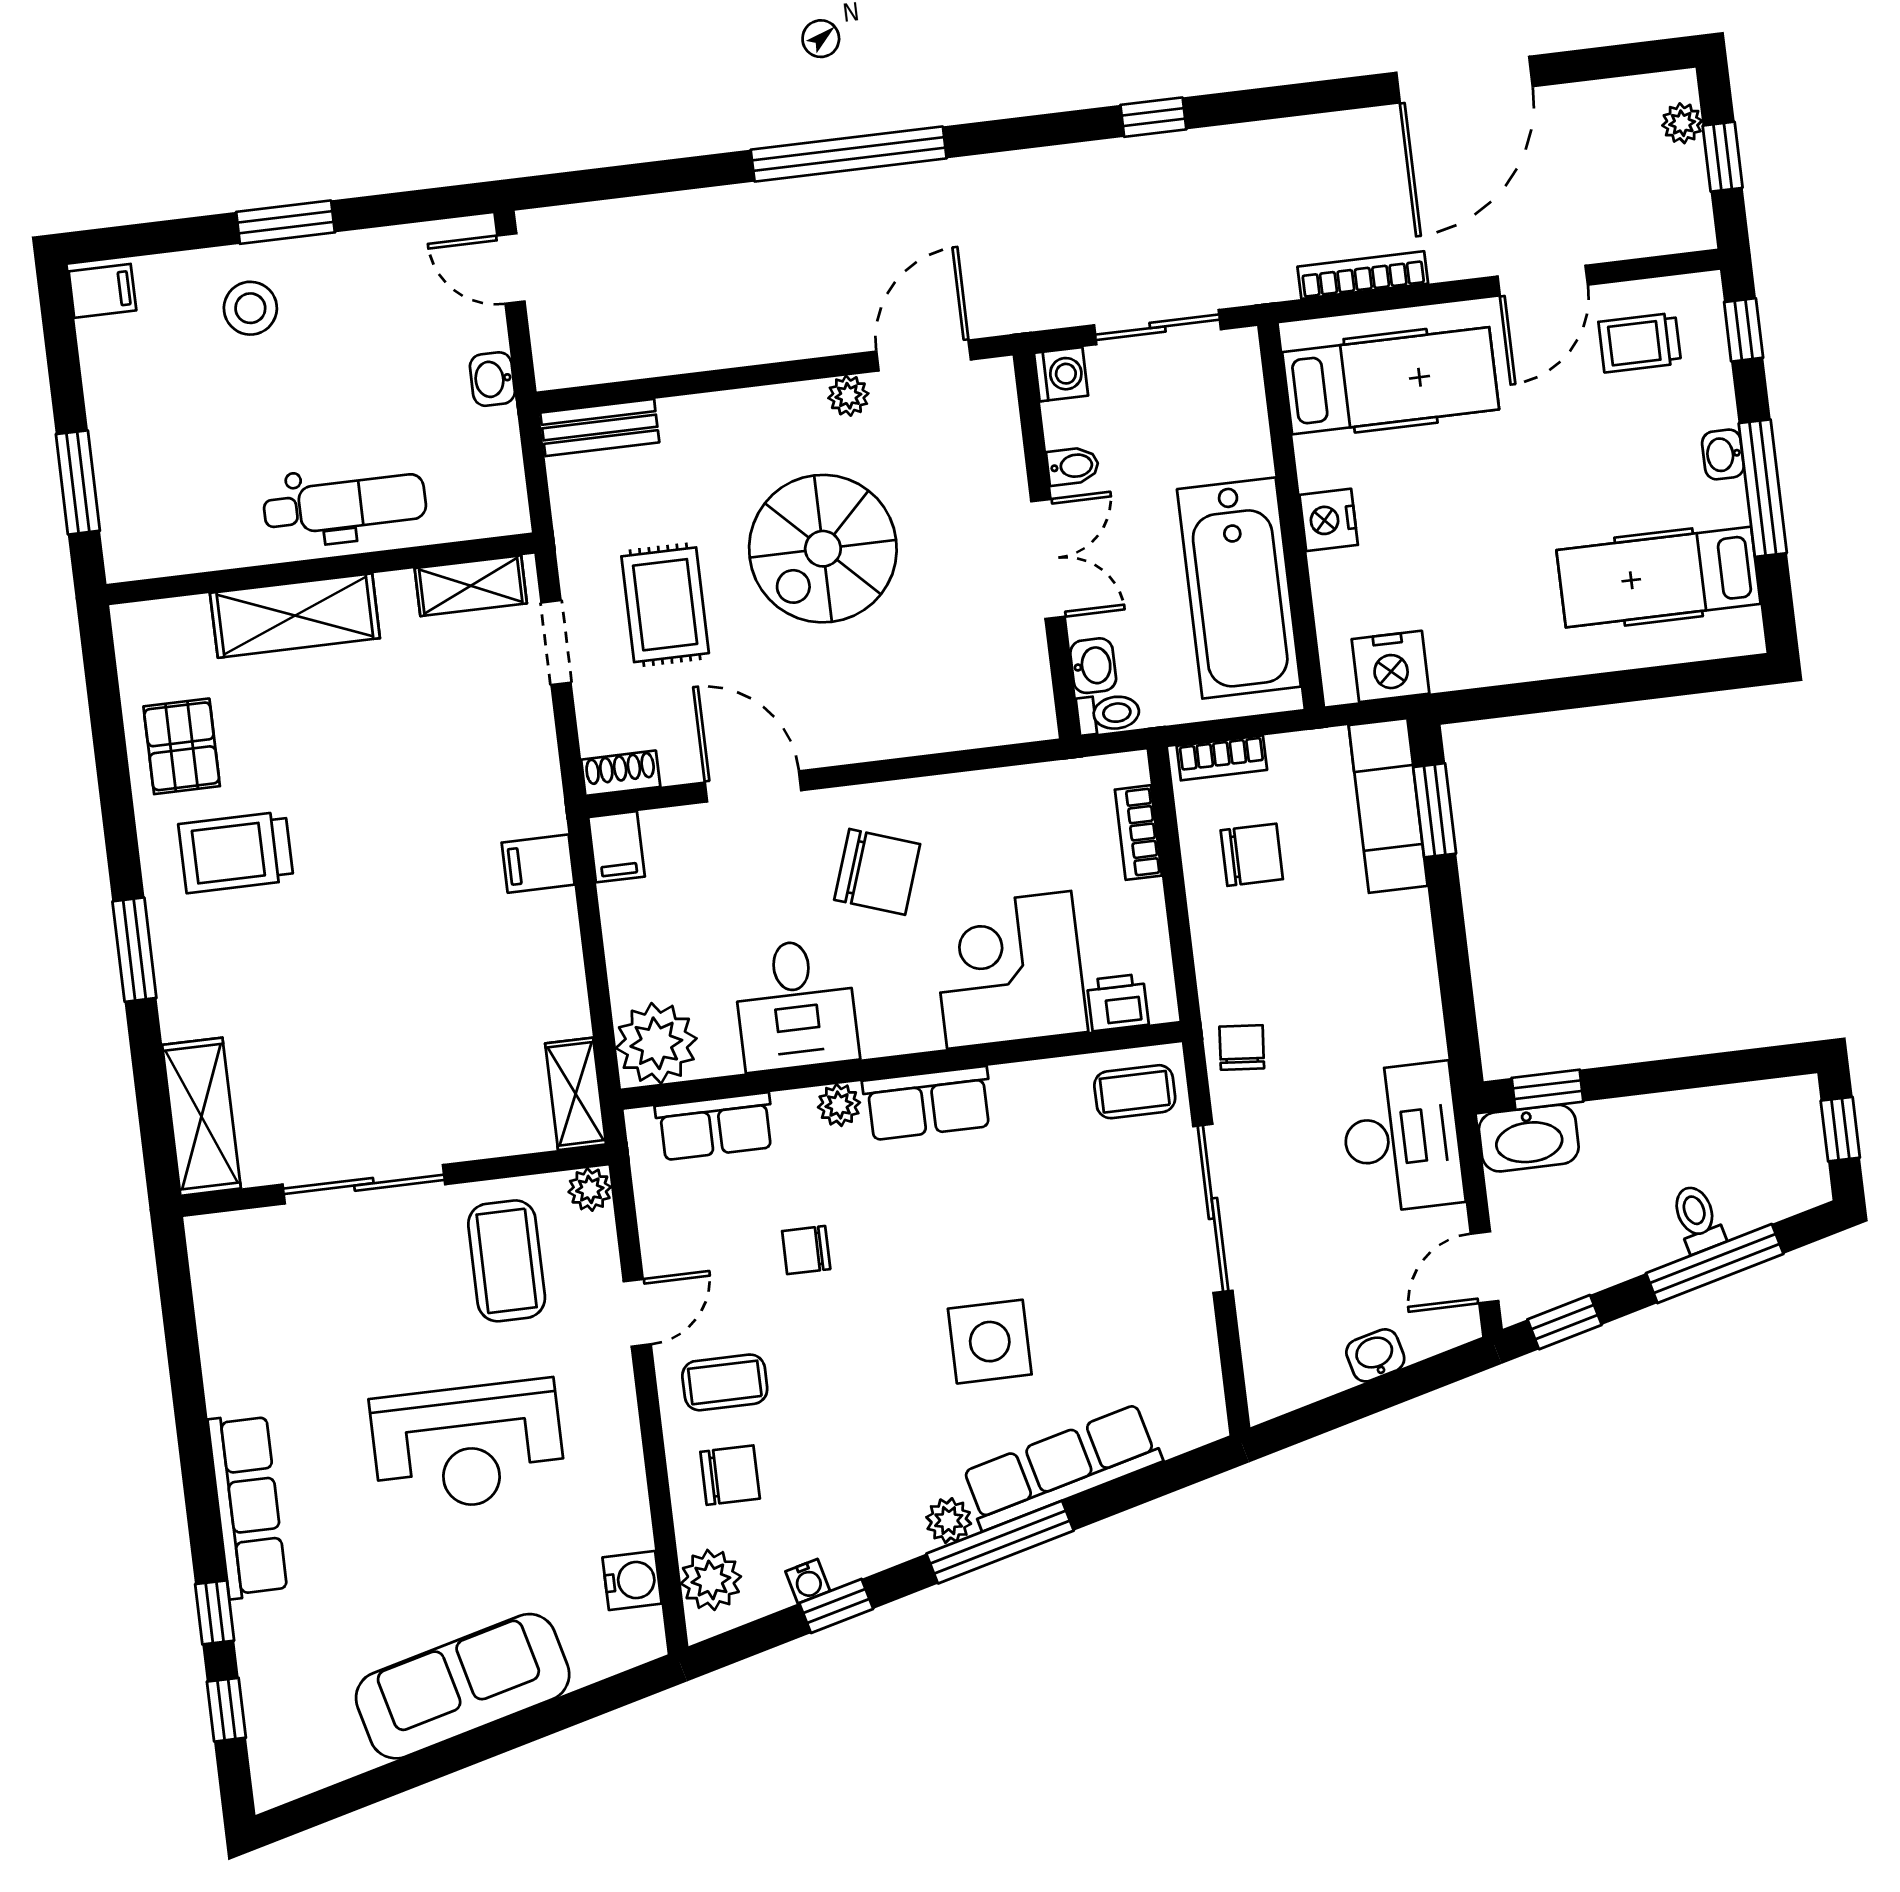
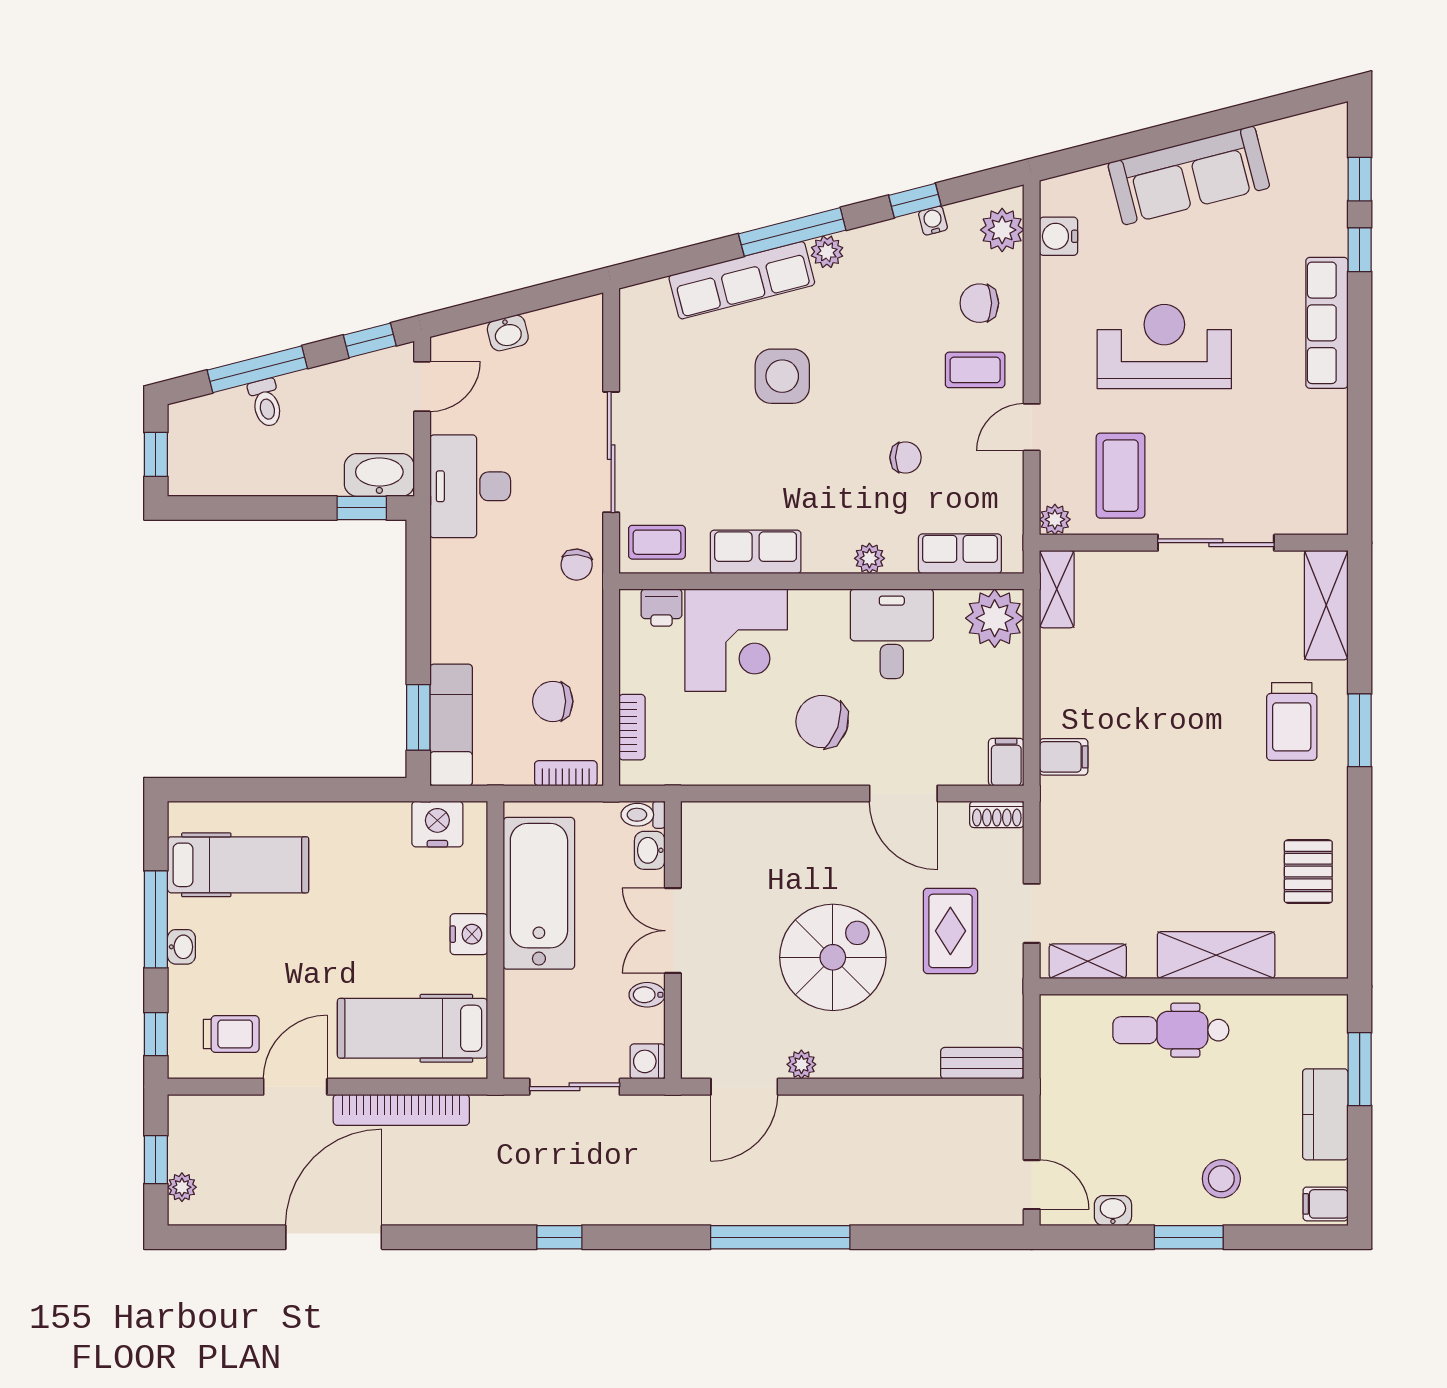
bookcase: (1363, 275) -> (401, 1110), width x1.48, depth x1.31
washbasin: (492, 379) -> (1113, 1211), moved, turned -90
kitchen counter: (118, 414) -> (1325, 1114), added
trolley: (236, 852) -> (1292, 721), moved, turned 90
row of seats: (928, 1103) -> (756, 552), moved

